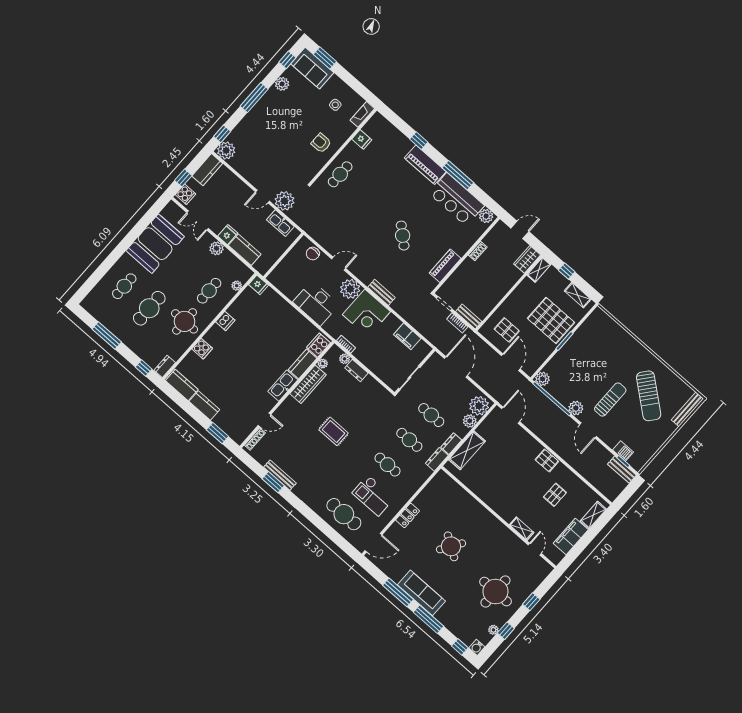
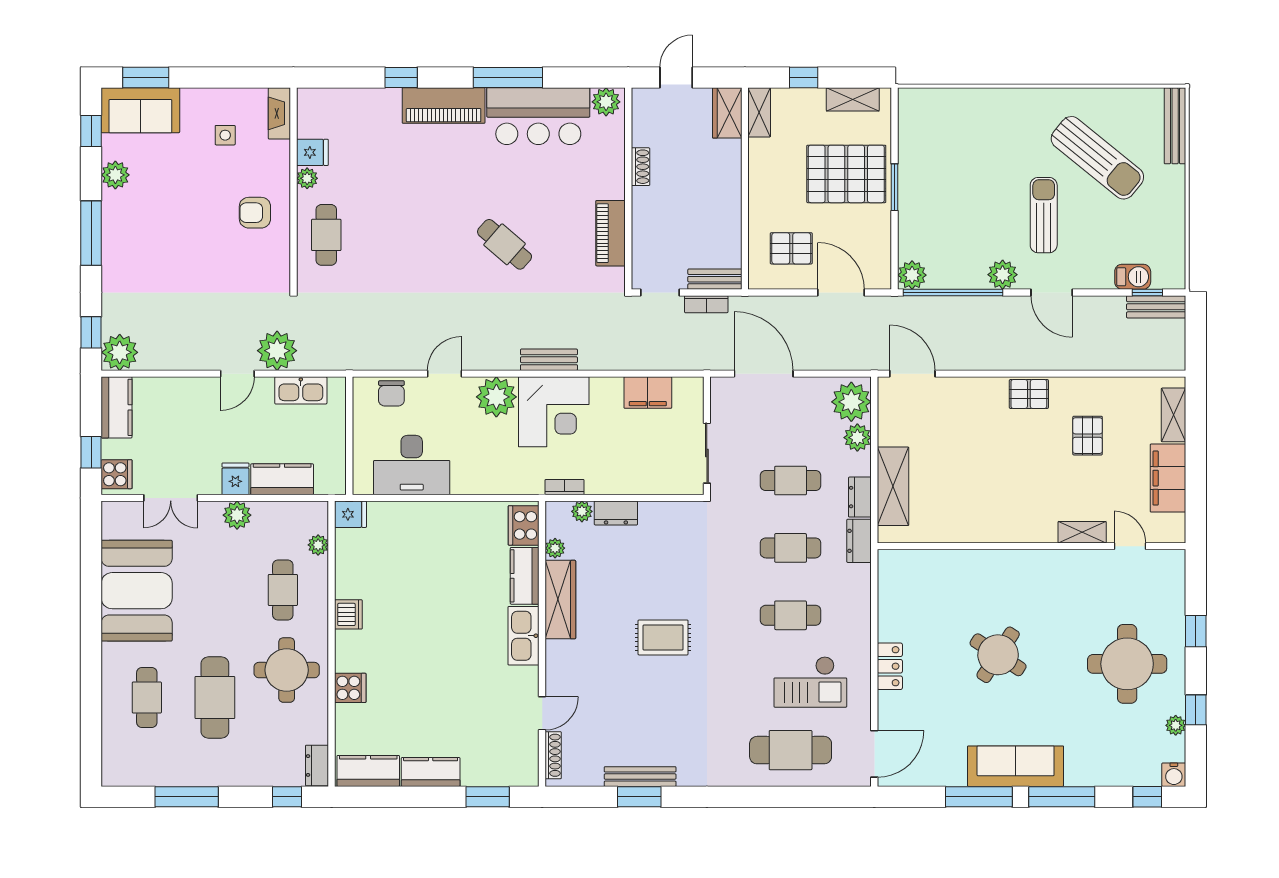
plant: (351, 147) -> (307, 178), added
desk: (316, 303) -> (412, 465), moved

